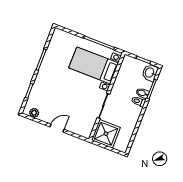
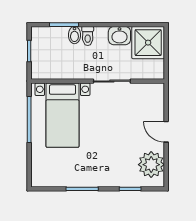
washbasin: (150, 73) -> (119, 36), moved
plant: (34, 113) -> (151, 165), width x1.87, depth x1.87
shower: (106, 134) -> (148, 43), moved

